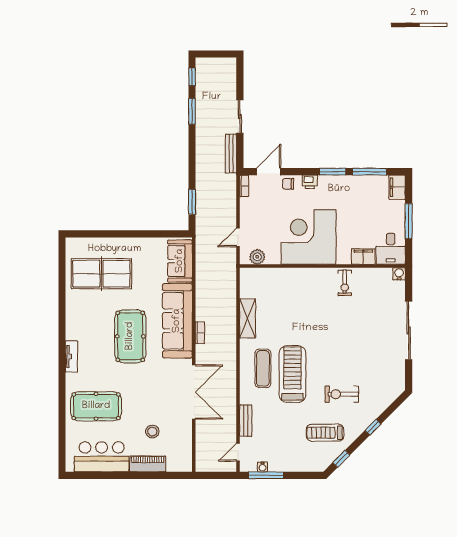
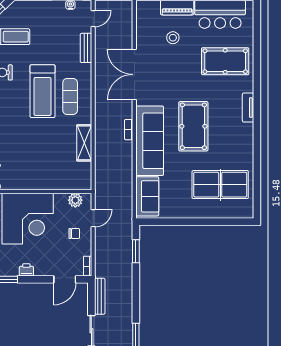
chair: (288, 184) -> (74, 234), moved

